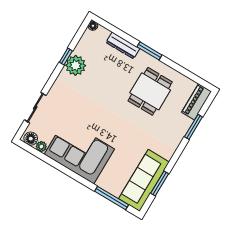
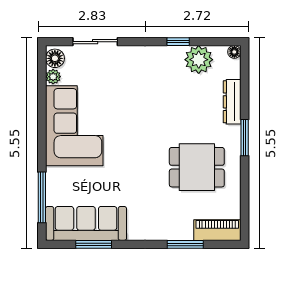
plant: (76, 65) -> (199, 60), moved

